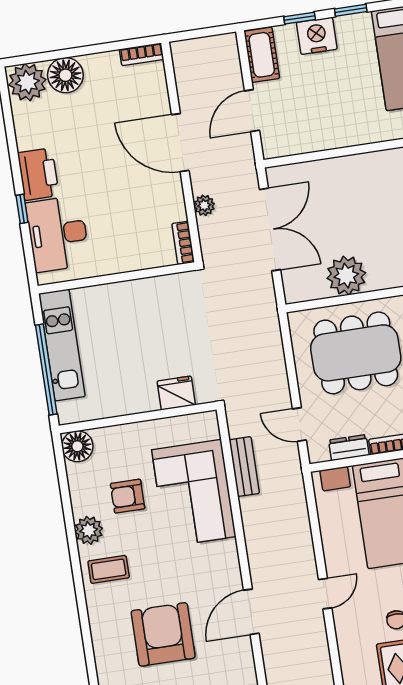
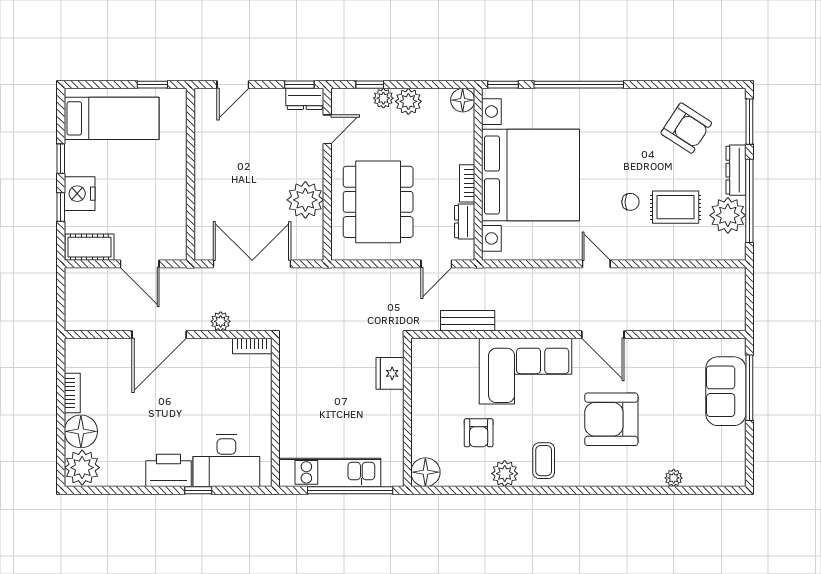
bookcase: (142, 54) -> (72, 393), moved
corner sofa: (194, 493) -> (526, 371), moved

